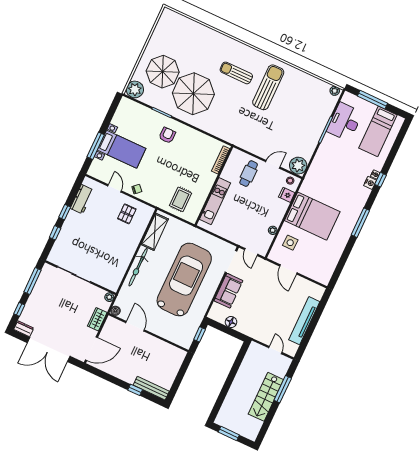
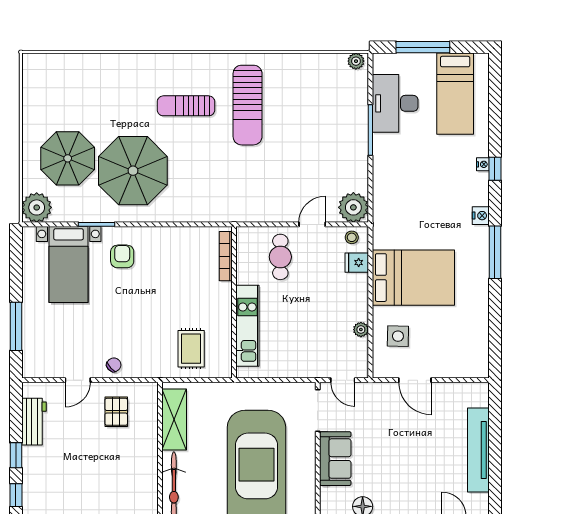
sun lounger: (268, 87) -> (248, 105), turned 180
bed with nightstands: (122, 149) -> (69, 264), moved, turned 90
nightstand: (370, 183) -> (481, 216), moved
door: (115, 188) -> (78, 380), swing flipped

